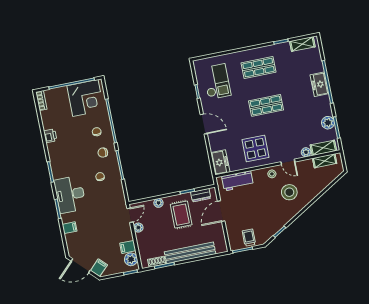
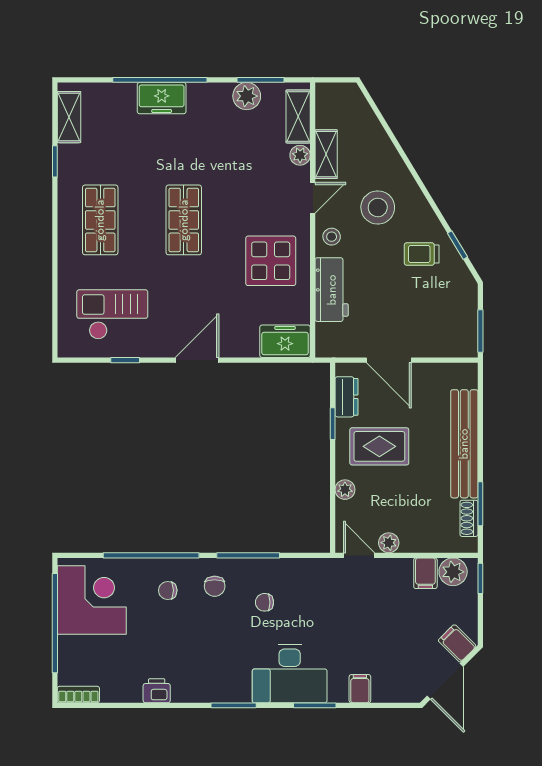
shelving: (325, 161) -> (326, 154), moved
workbench: (237, 181) -> (332, 290), moved
trolley: (249, 238) -> (422, 254), moved

